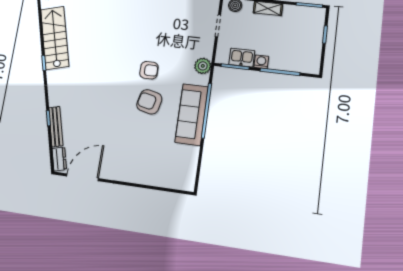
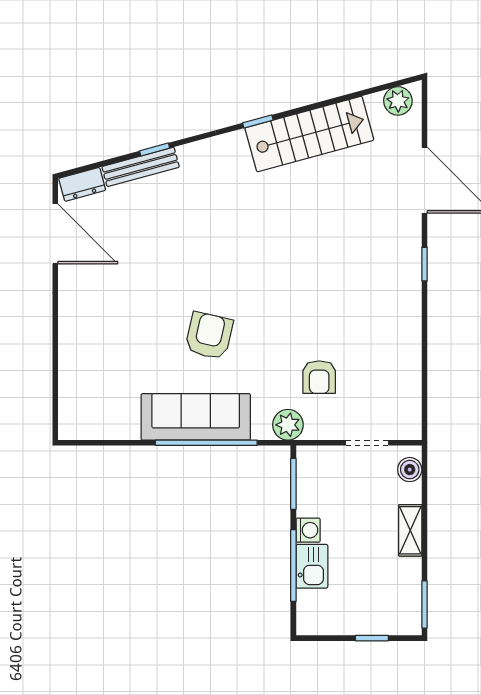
kitchen sink: (242, 58) -> (312, 566), moved
armchair: (149, 70) -> (319, 377), moved

